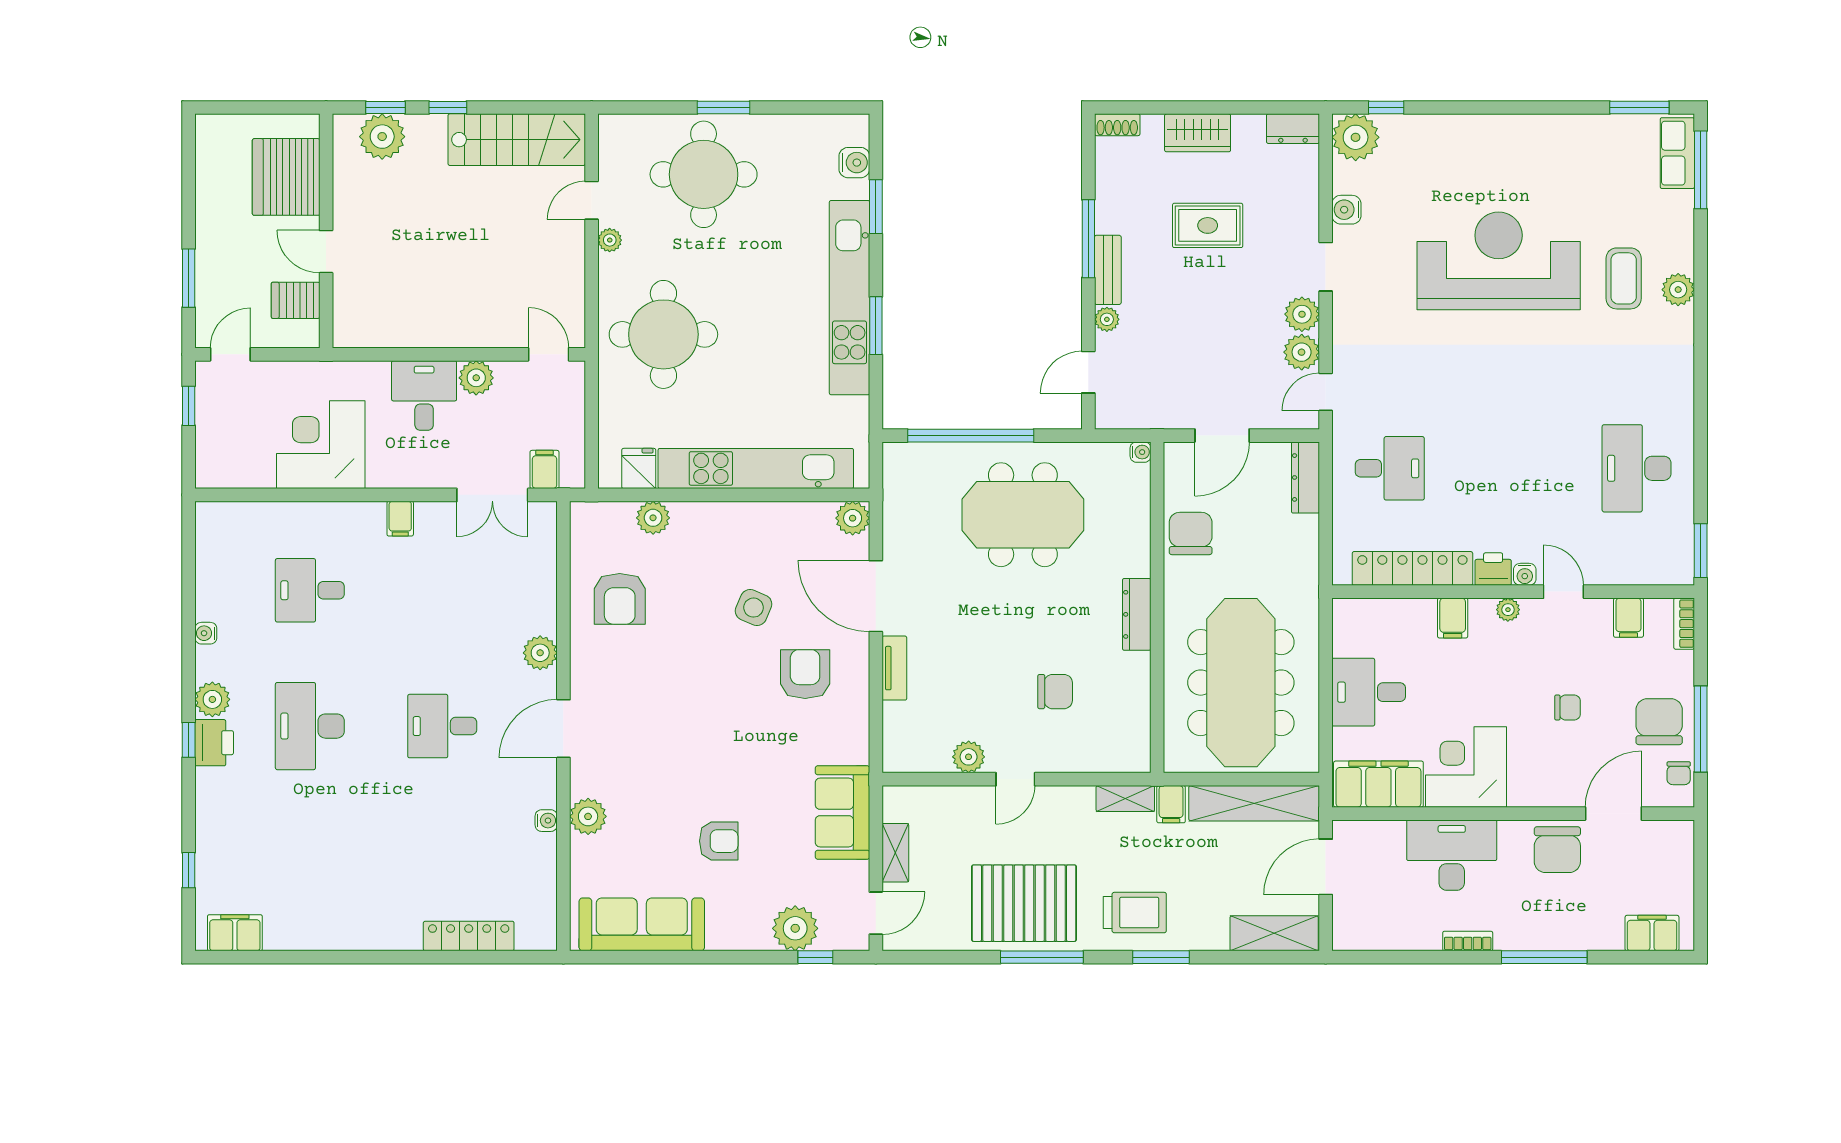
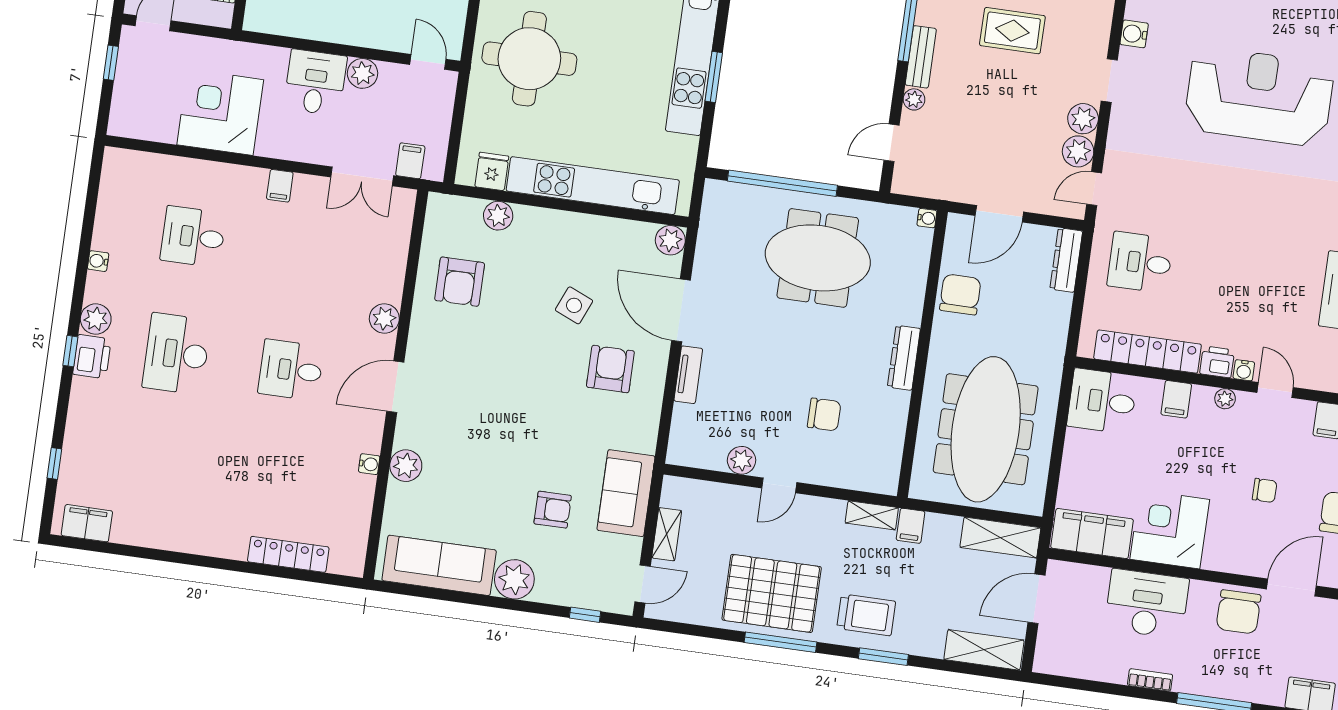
desk: (1390, 468) -> (1140, 262), turned 180
desk: (1369, 692) -> (1102, 401), moved
shelving: (1254, 803) -> (1000, 538), width x0.68
armchair: (719, 841) -> (553, 510), moved
plant: (795, 928) -> (514, 579), moved

